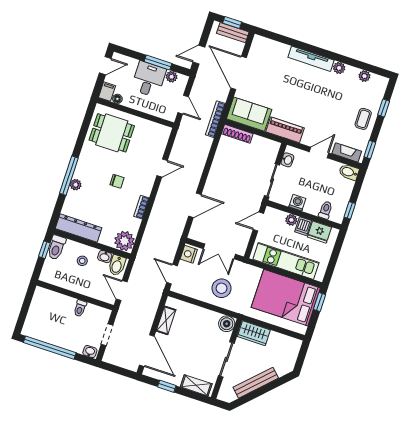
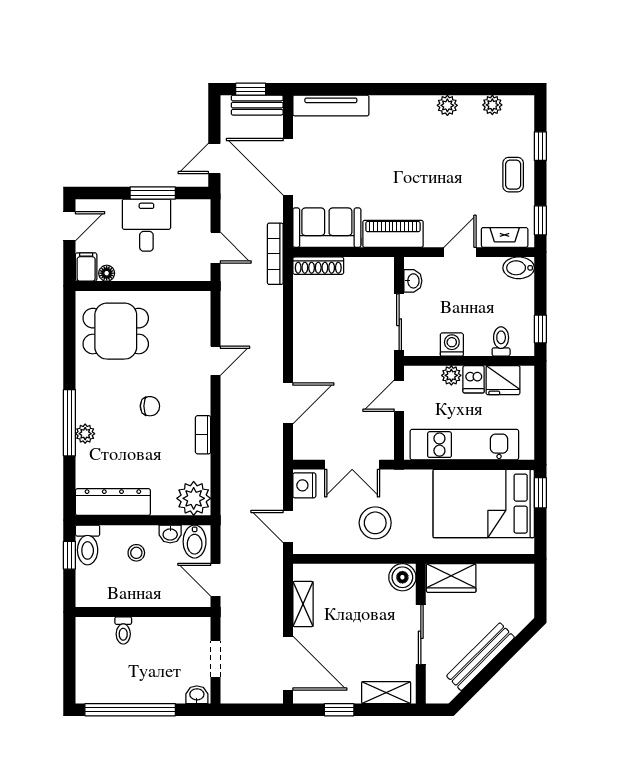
tv unit: (311, 59) -> (331, 106), moved
plant: (172, 77) -> (182, 209), removed
toilet: (80, 308) -> (123, 630), moved

